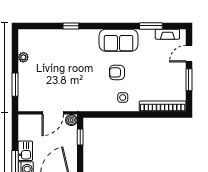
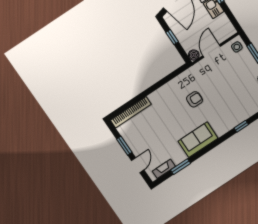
armchair: (117, 72) -> (194, 99), moved
side table: (123, 97) -> (237, 47), moved
window: (80, 137) -> (172, 37), moved

